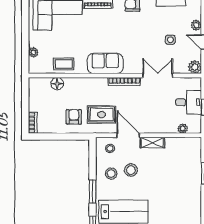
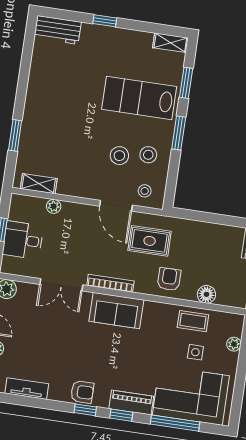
side table: (170, 40) -> (195, 352), moved
sofa: (105, 63) -> (116, 310), moved
armchair: (74, 117) -> (169, 279), moved, turned 180
plant: (183, 129) -> (54, 206), moved
shelving: (152, 143) -> (39, 184), moved

